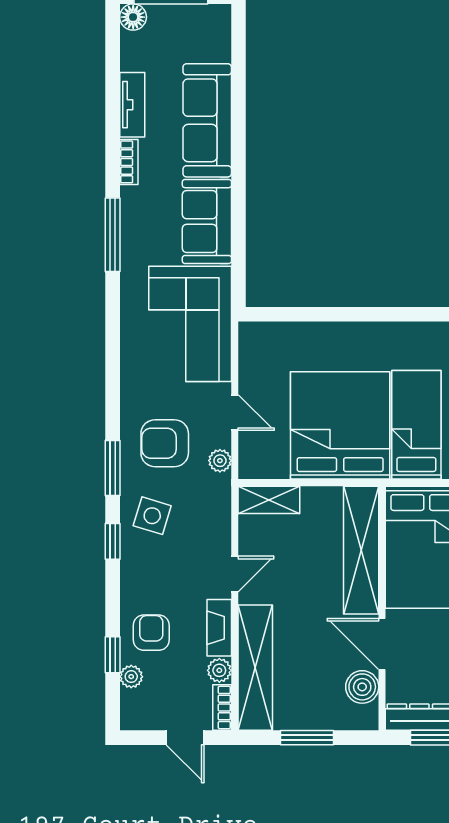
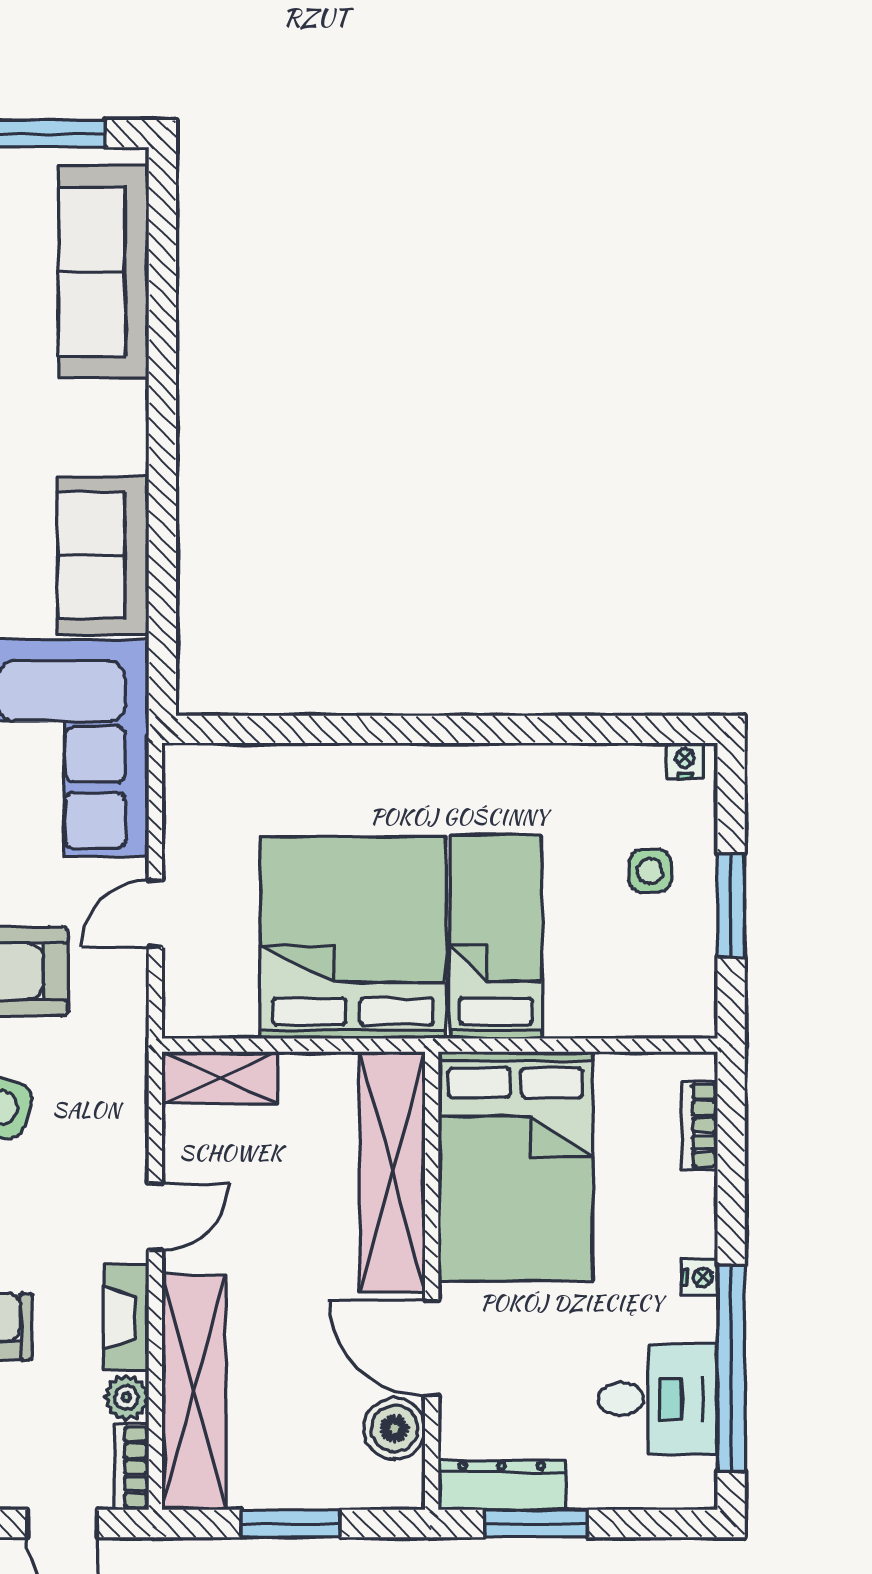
sofa: (207, 120) -> (104, 272), moved
door: (235, 412) -> (155, 914), swing flipped
plant: (220, 461) -> (127, 1004), removed

